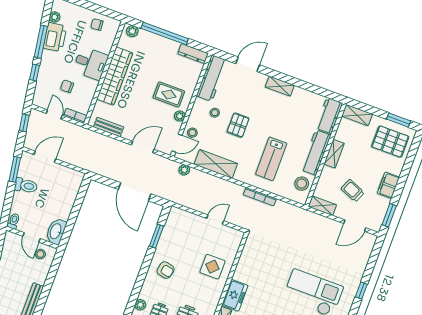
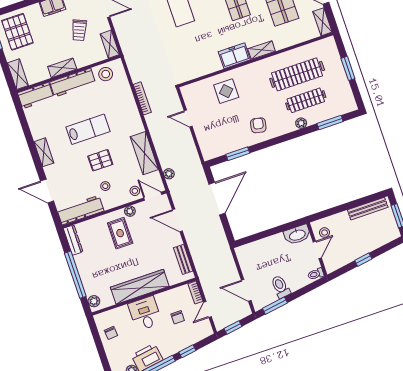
lab bench: (271, 159) -> (88, 129), moved

